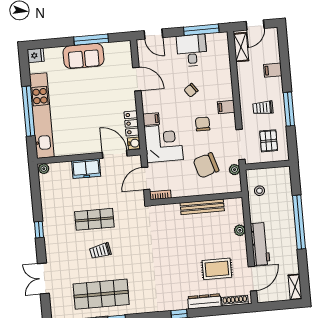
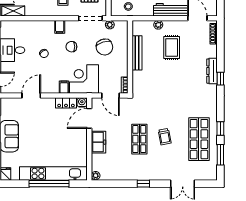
rug: (217, 269) -> (172, 48), moved
dresser: (204, 301) -> (212, 71), moved

